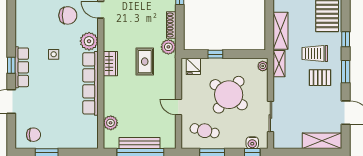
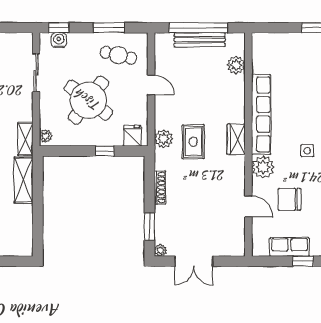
plant: (168, 47) -> (164, 139), moved

